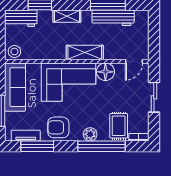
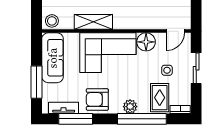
shelving: (85, 52) -> (93, 22), moved
side table: (126, 99) -> (167, 70), added

